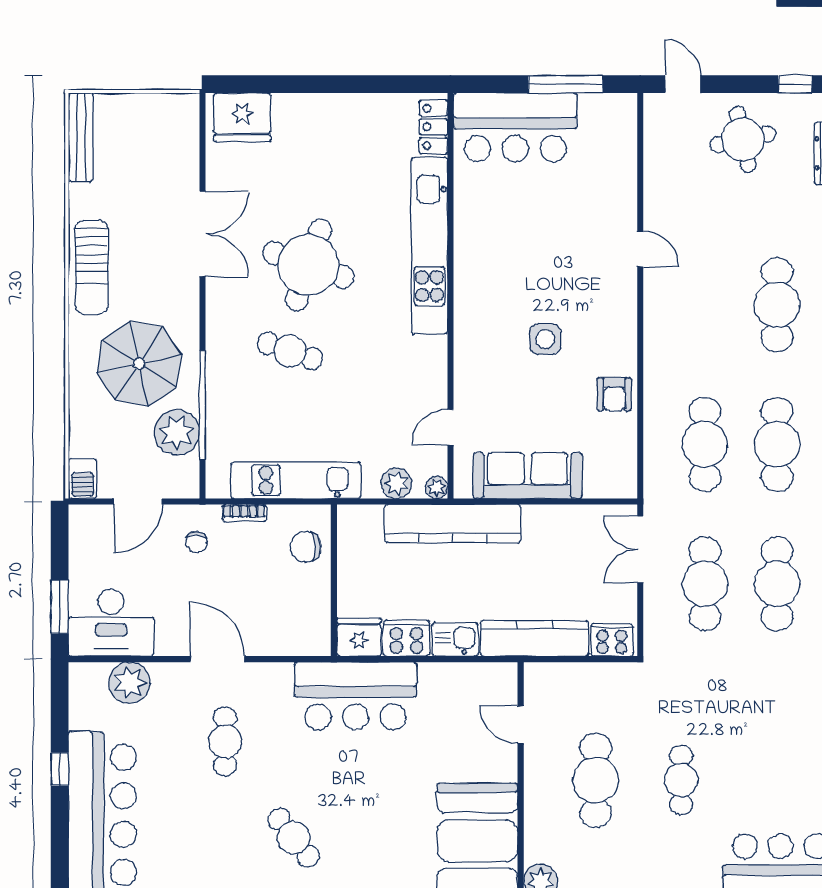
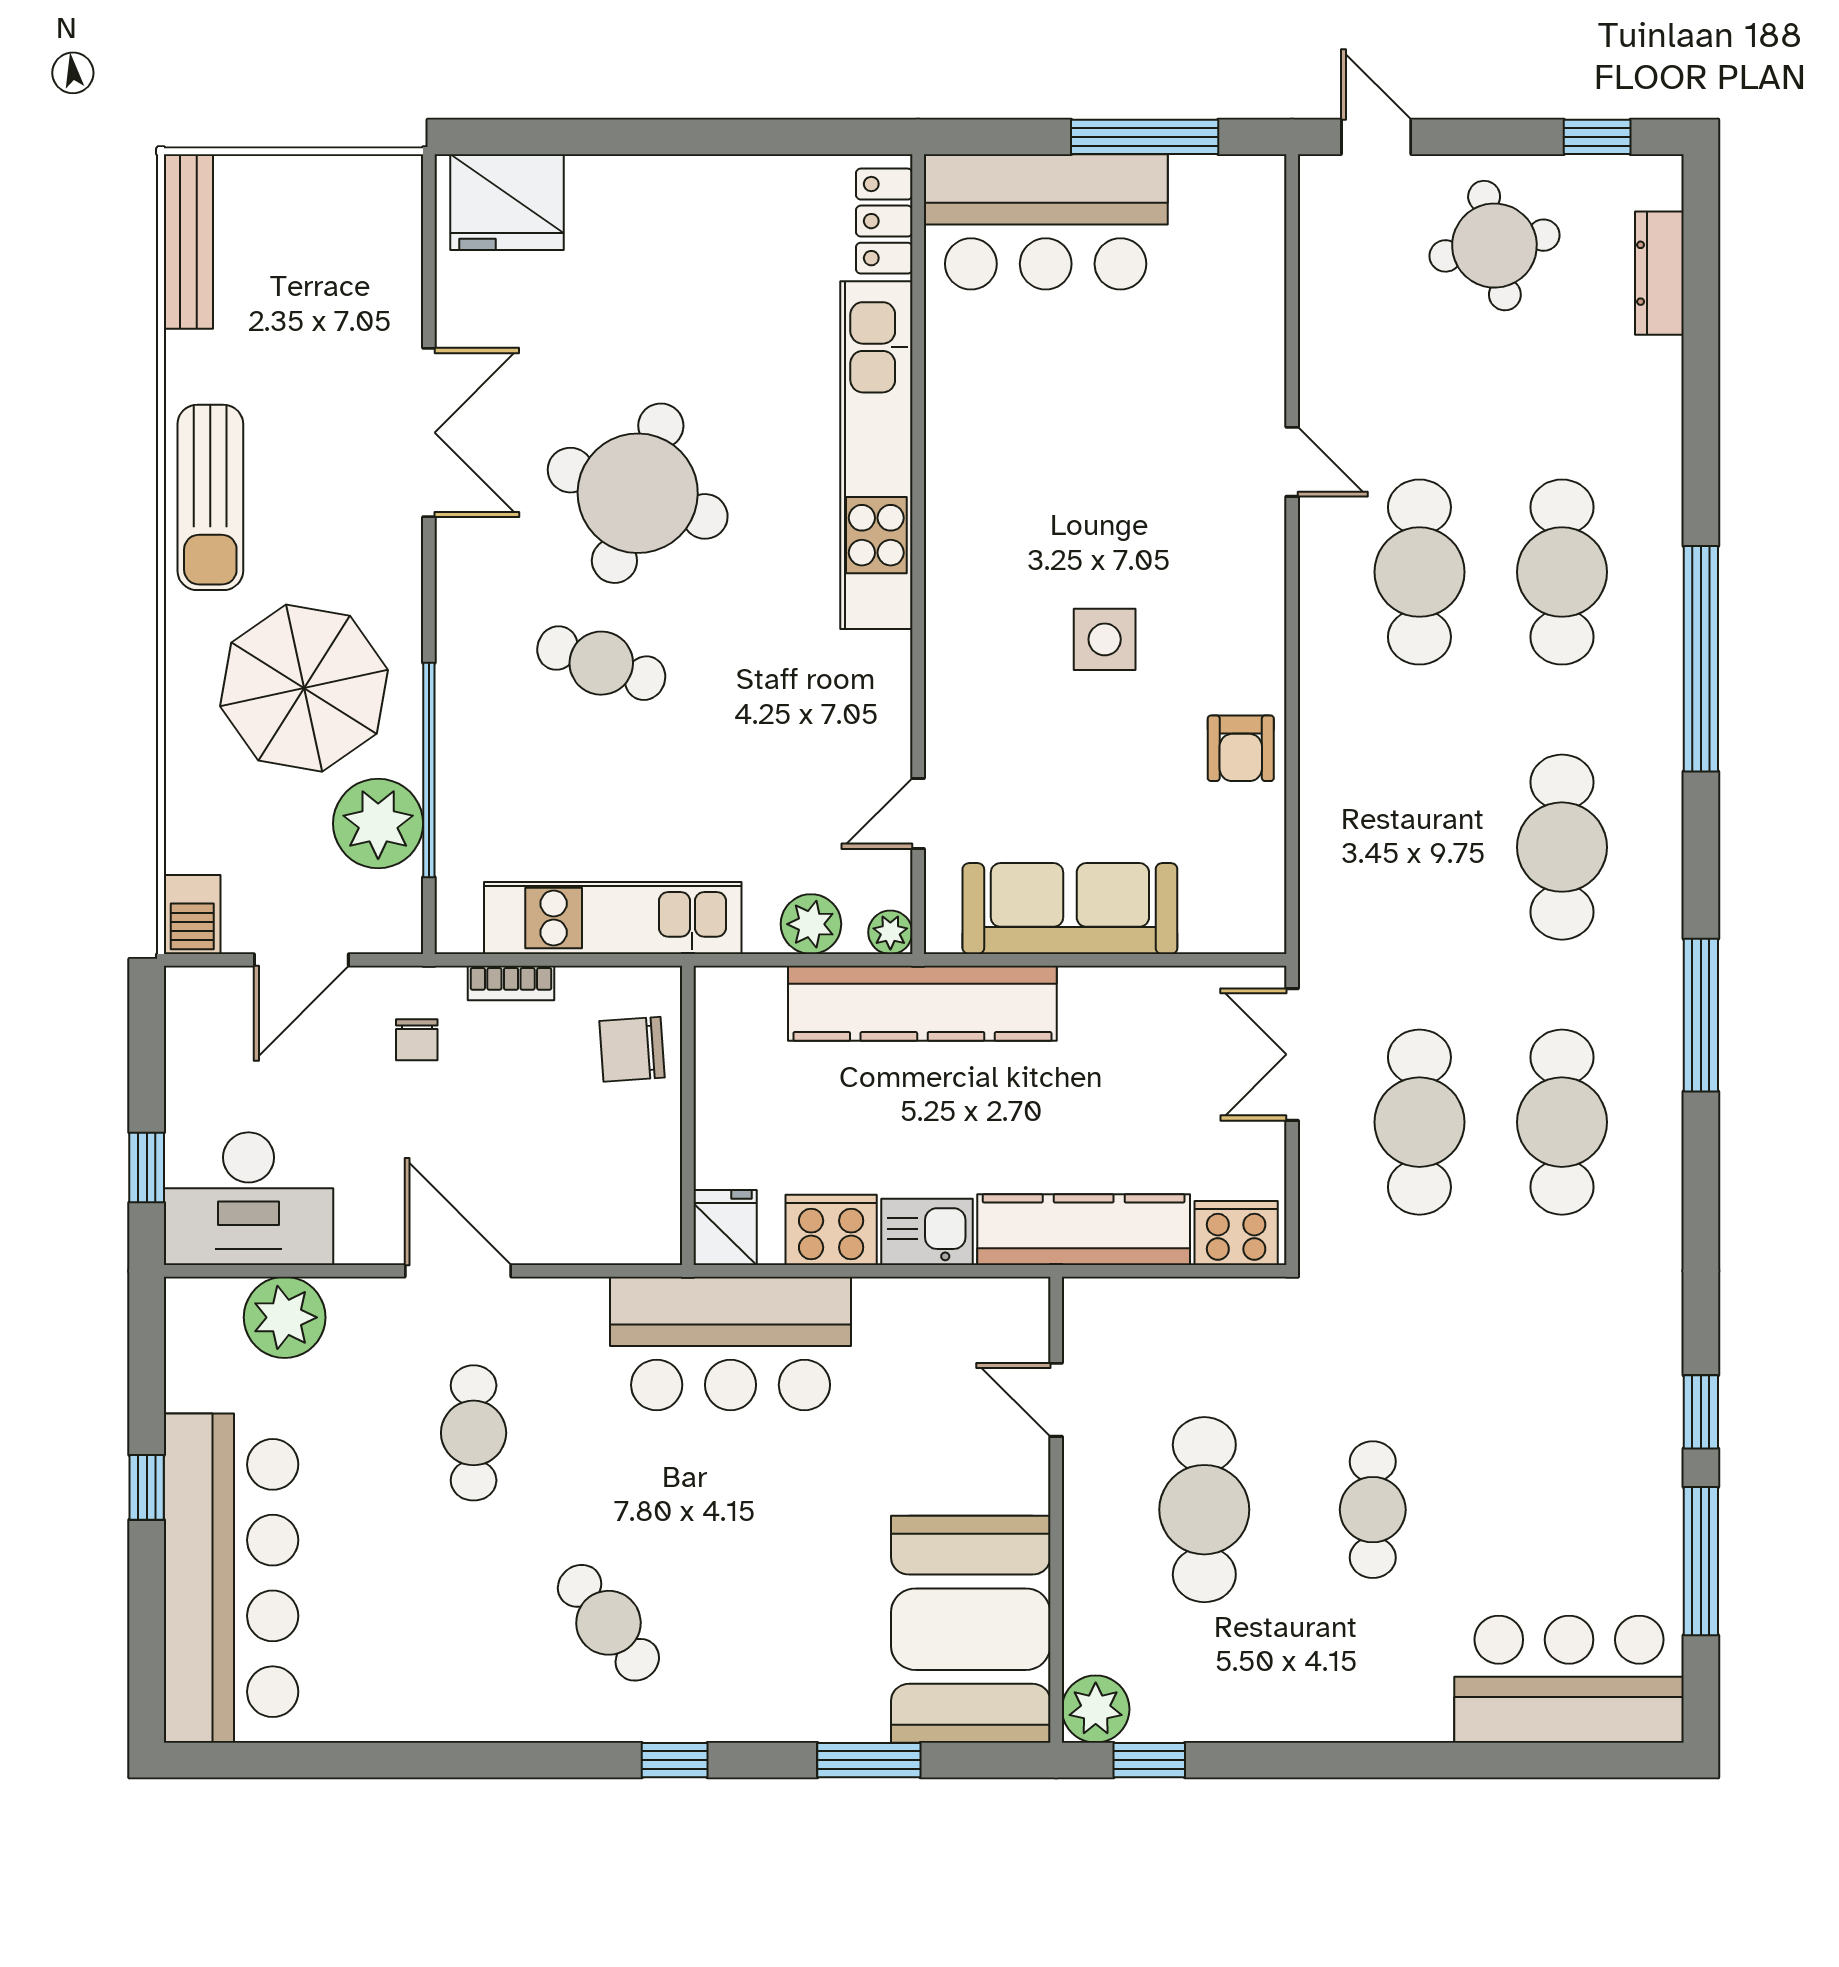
cafe table: (705, 444) -> (1419, 572), moved
window: (60, 607) -> (147, 1168), width x0.67
fridge: (359, 637) -> (725, 1227), width x0.72

